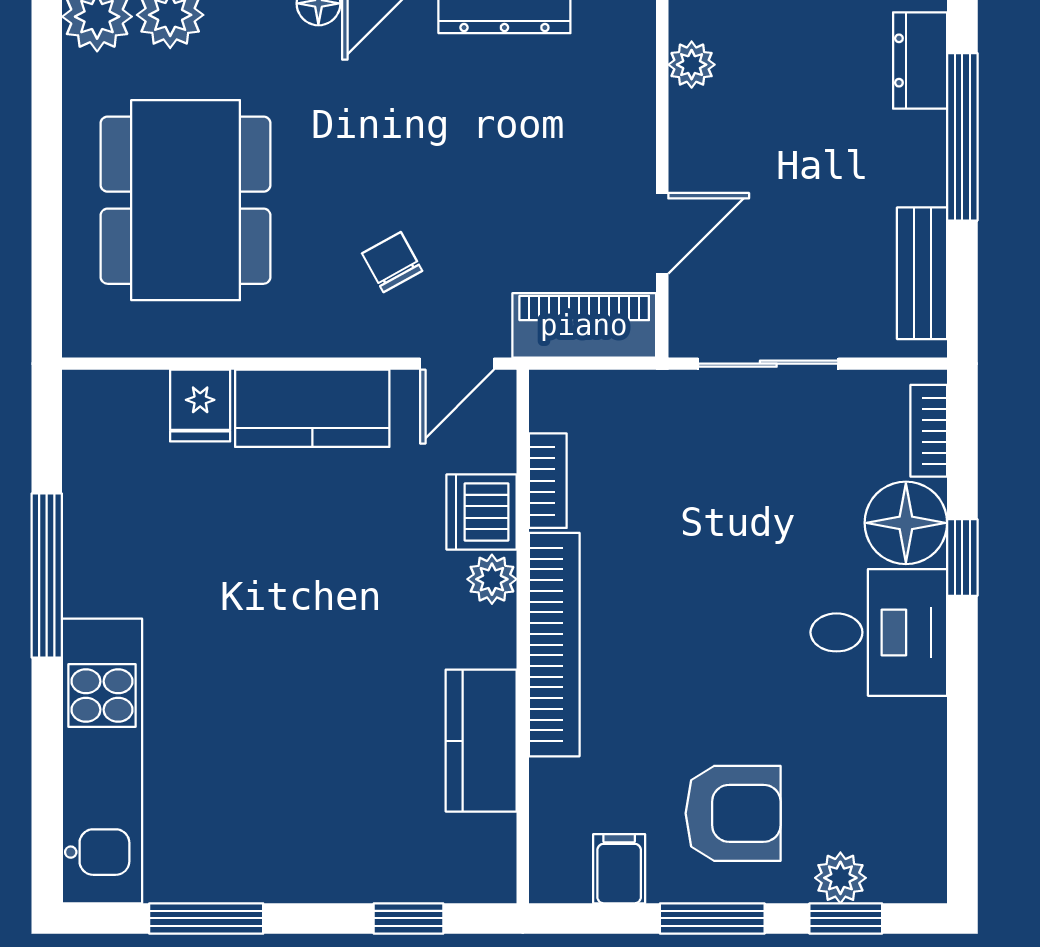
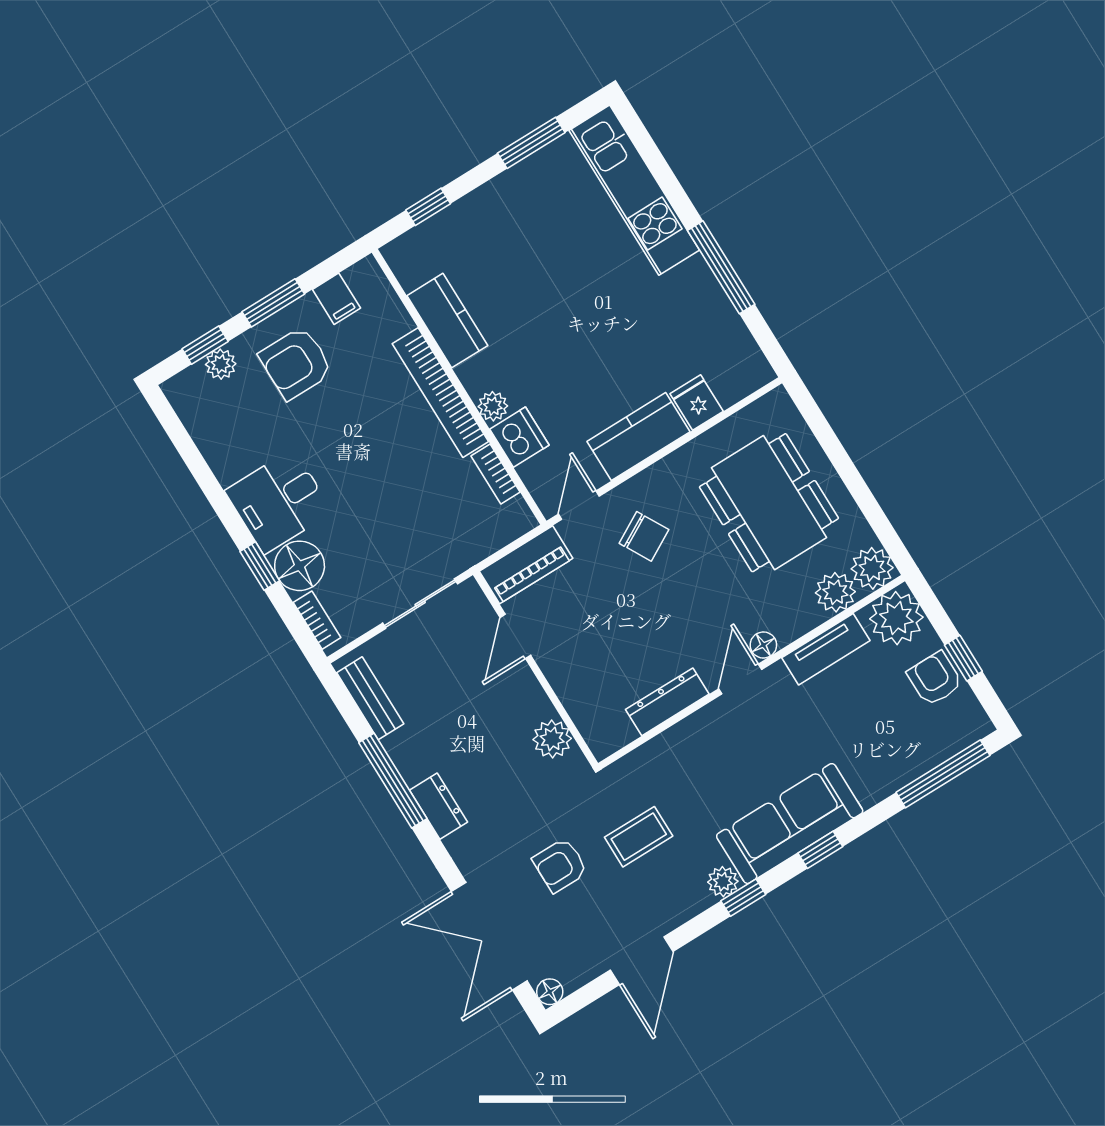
plant: (692, 65) -> (552, 739), width x1.38, depth x1.38
chair: (392, 262) -> (644, 536), width x1.37, depth x1.37

